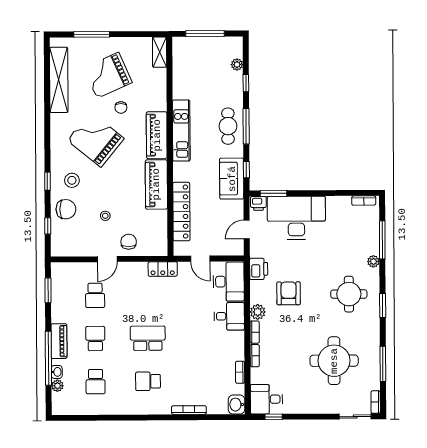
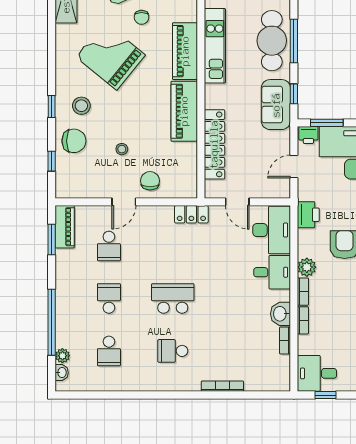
cafe table: (228, 126) -> (272, 41), width x1.37, depth x1.35
piano: (59, 341) -> (65, 227), moved
washbasin: (57, 372) -> (62, 373), moved
washbasin: (237, 405) -> (280, 314), moved

